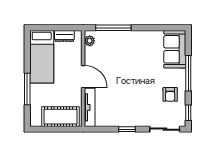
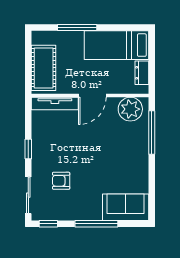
plant: (90, 41) -> (130, 109), width x1.87, depth x1.87
armchair: (170, 94) -> (61, 181), moved

